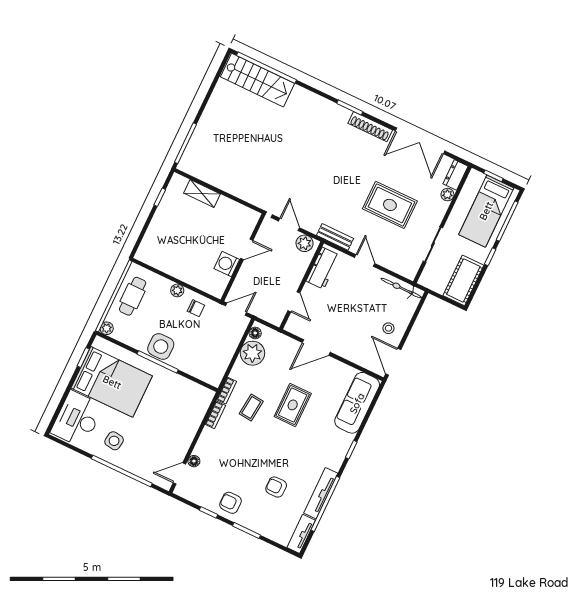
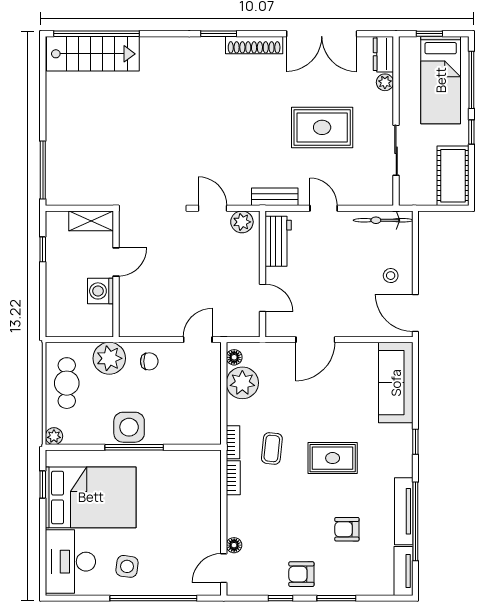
door: (247, 249) -> (116, 262), moved
wall: (243, 257) -> (116, 274), moved
washing machine: (227, 264) -> (101, 291), moved
plant: (177, 290) -> (109, 358), width x1.87, depth x1.87
rug: (293, 405) -> (333, 458), moved, turned 90

